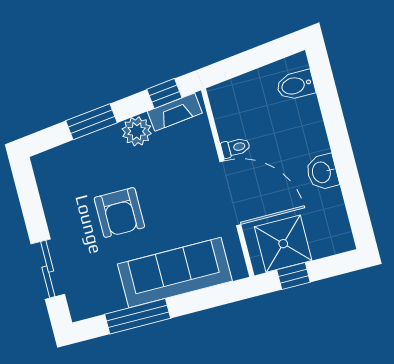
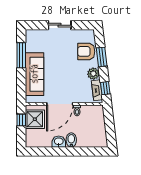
bidet: (296, 85) -> (71, 140), moved
armchair: (119, 212) -> (86, 51), moved
sliding door: (48, 269) -> (60, 25), moved

